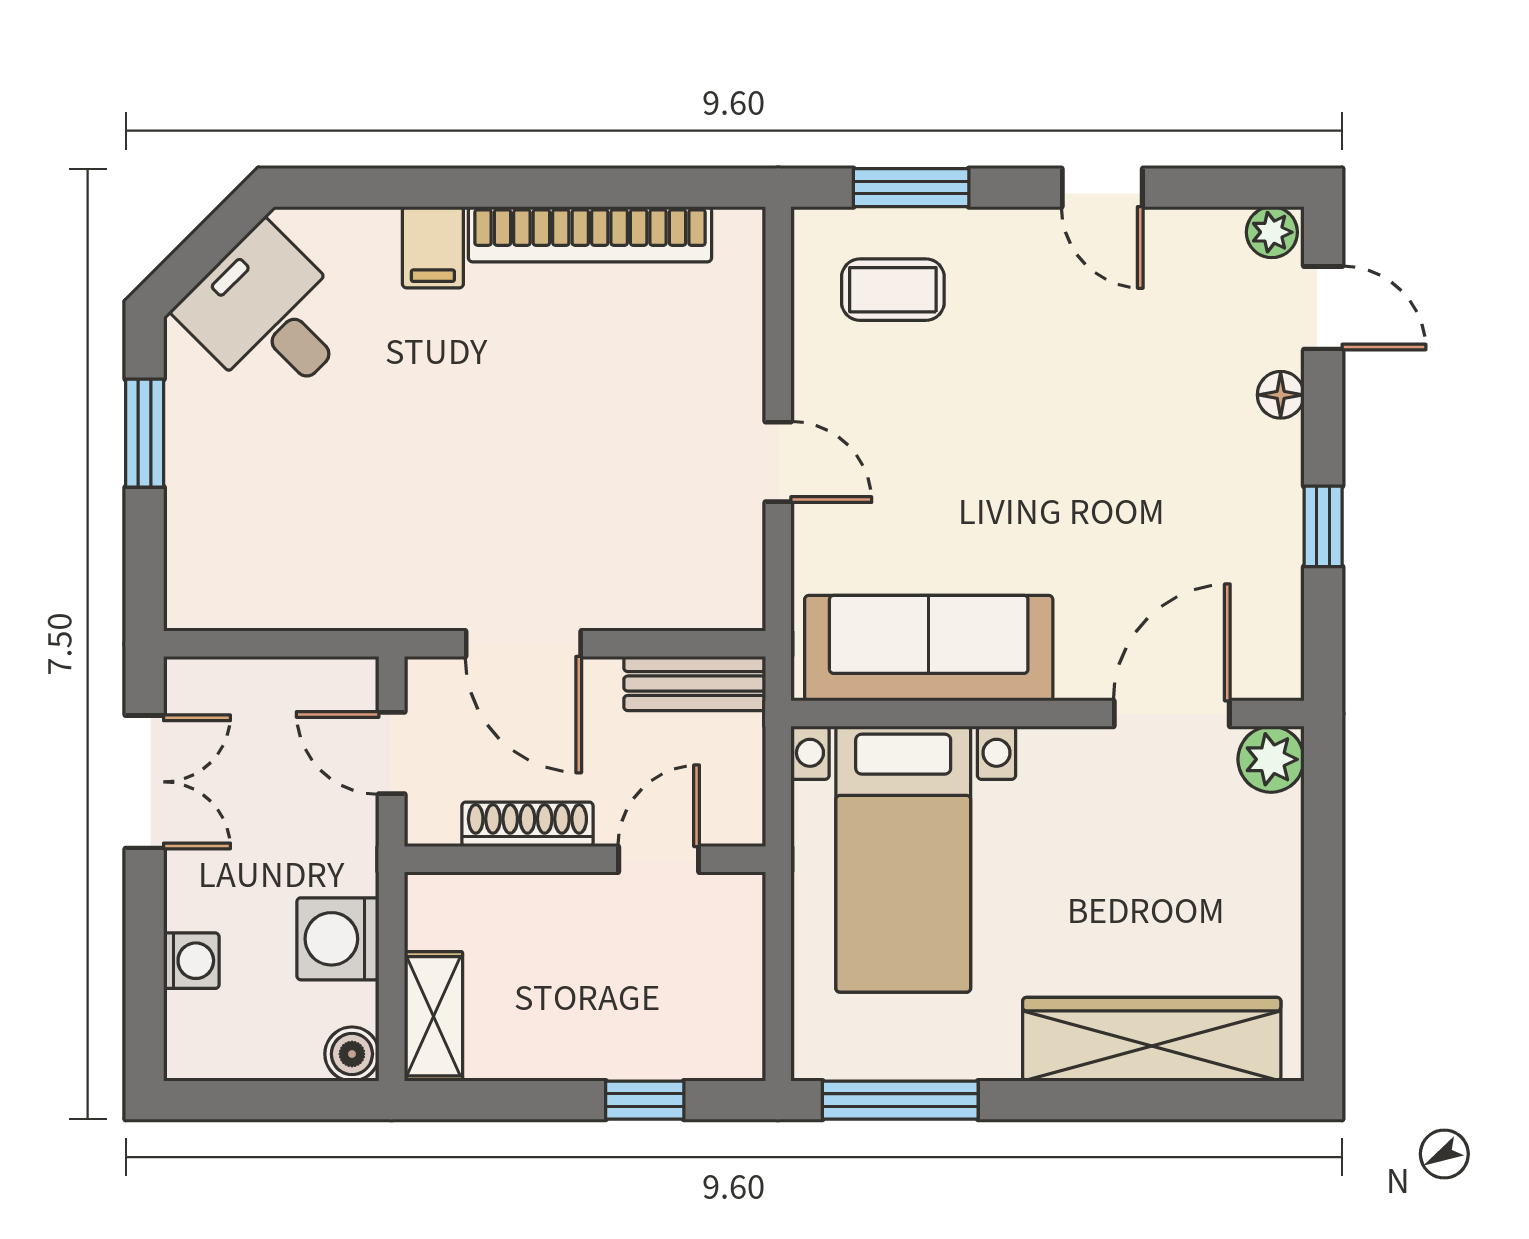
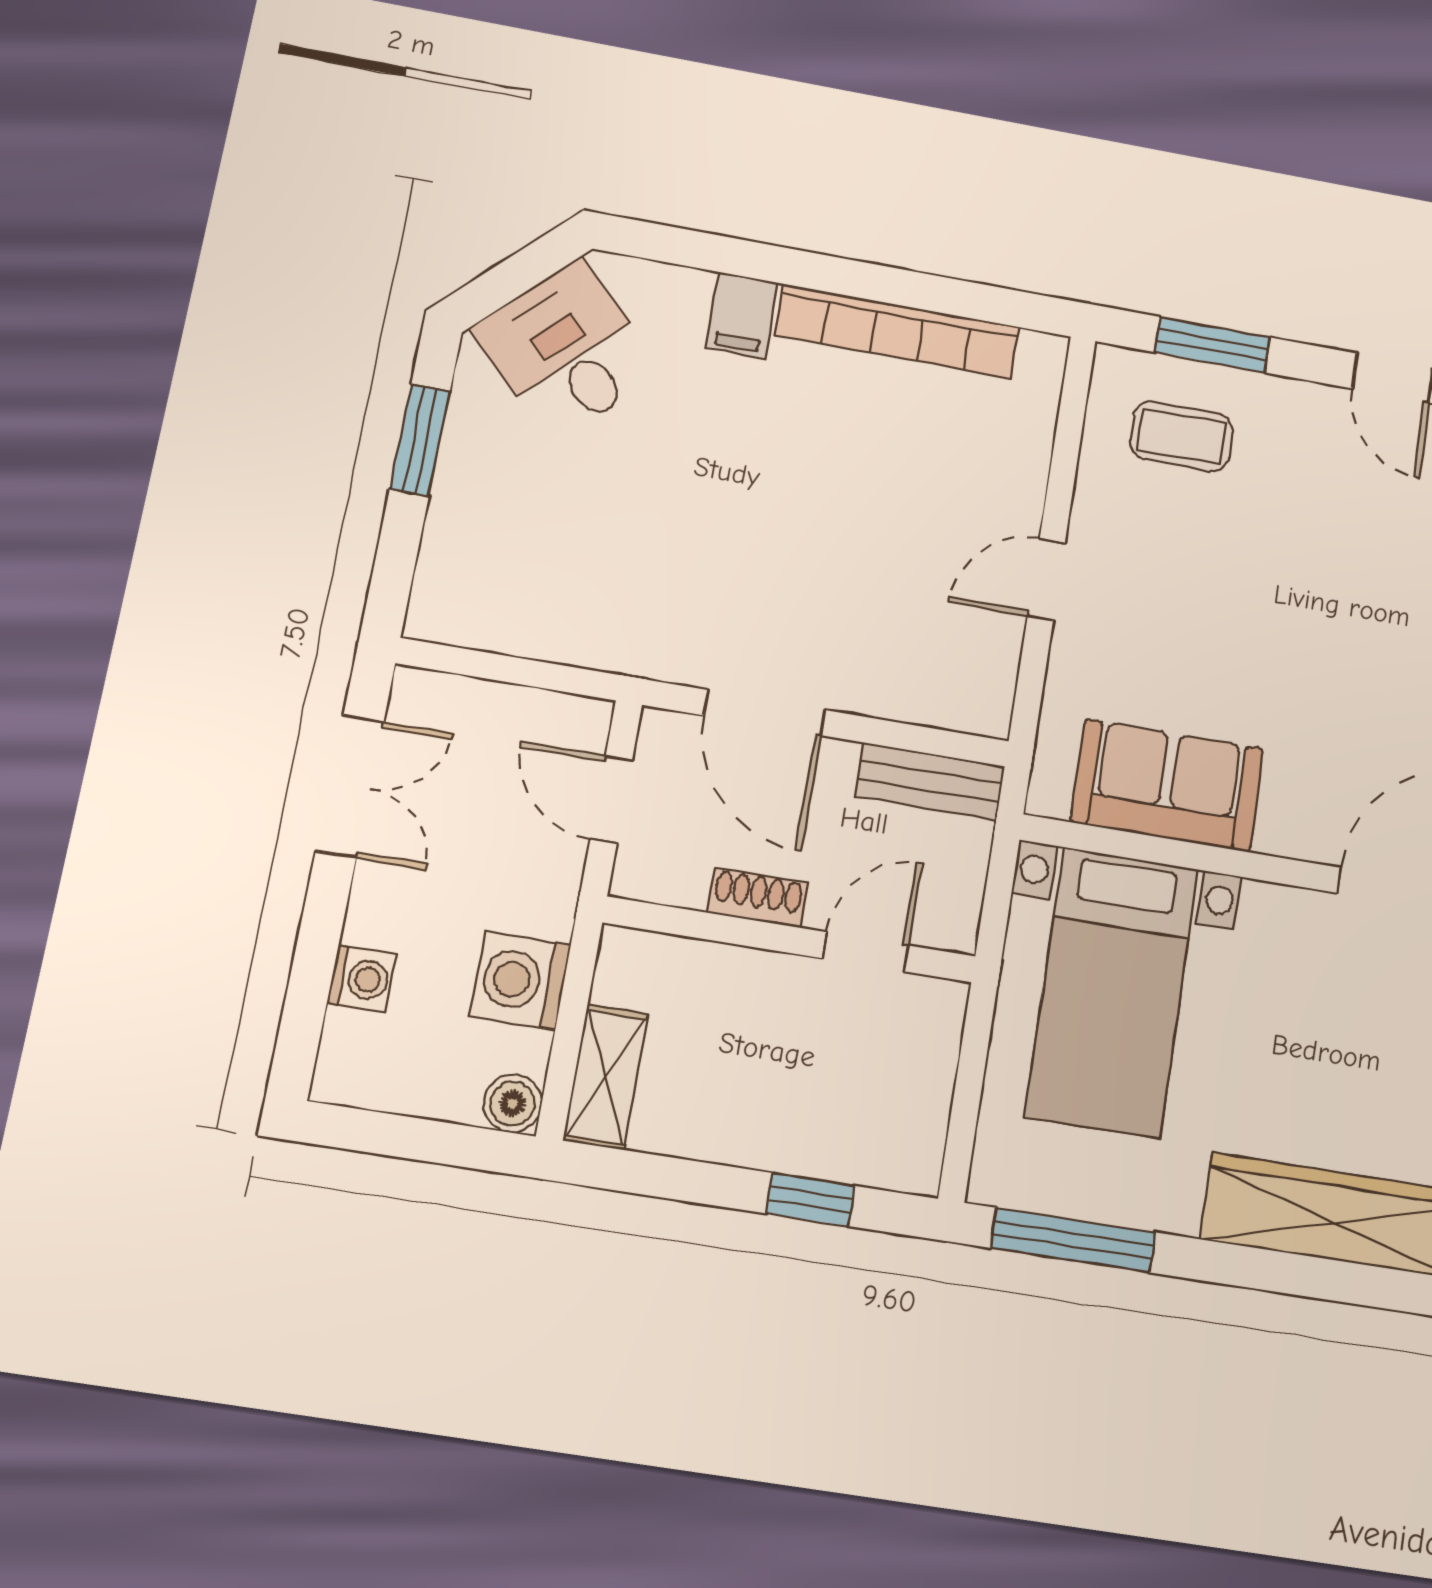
door: (778, 462) -> (1046, 579), swing flipped
sofa: (929, 648) -> (1167, 785), width x0.73
shoe rack: (527, 824) -> (758, 898), width x0.70

